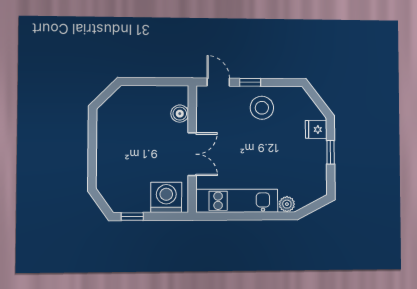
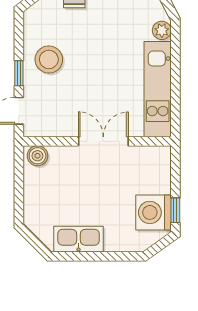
boiler: (180, 114) -> (37, 156), moved
kitchen sink: (108, 133) -> (79, 239), added
washing machine: (166, 197) -> (153, 212), moved

